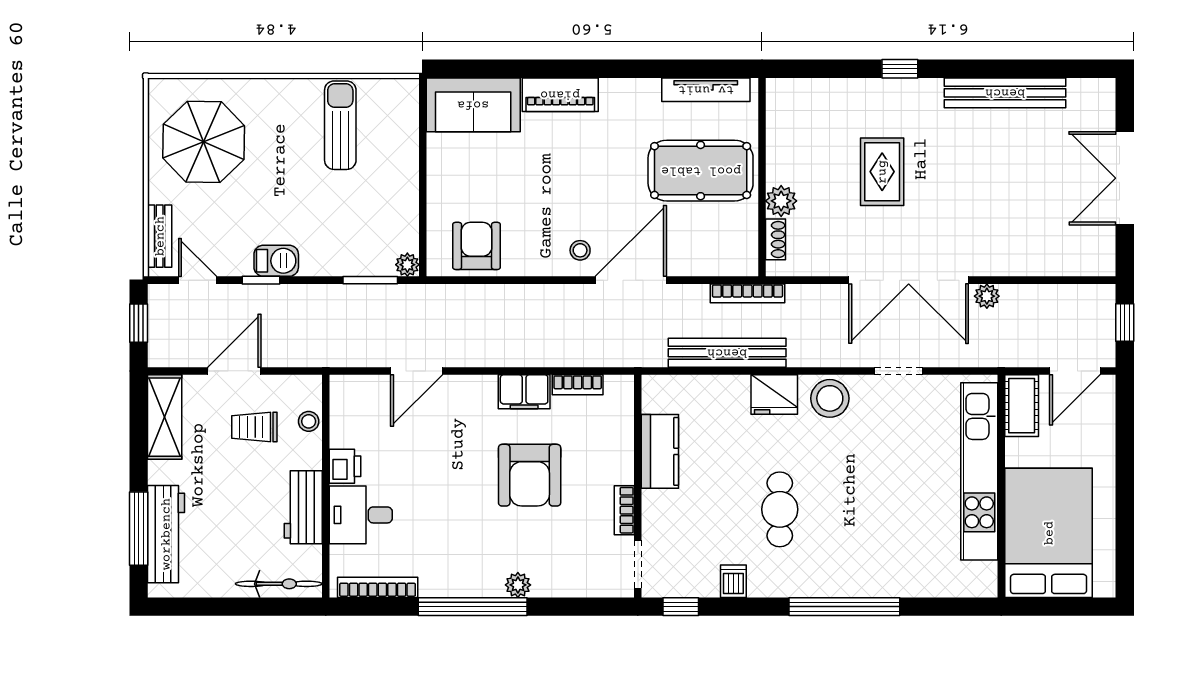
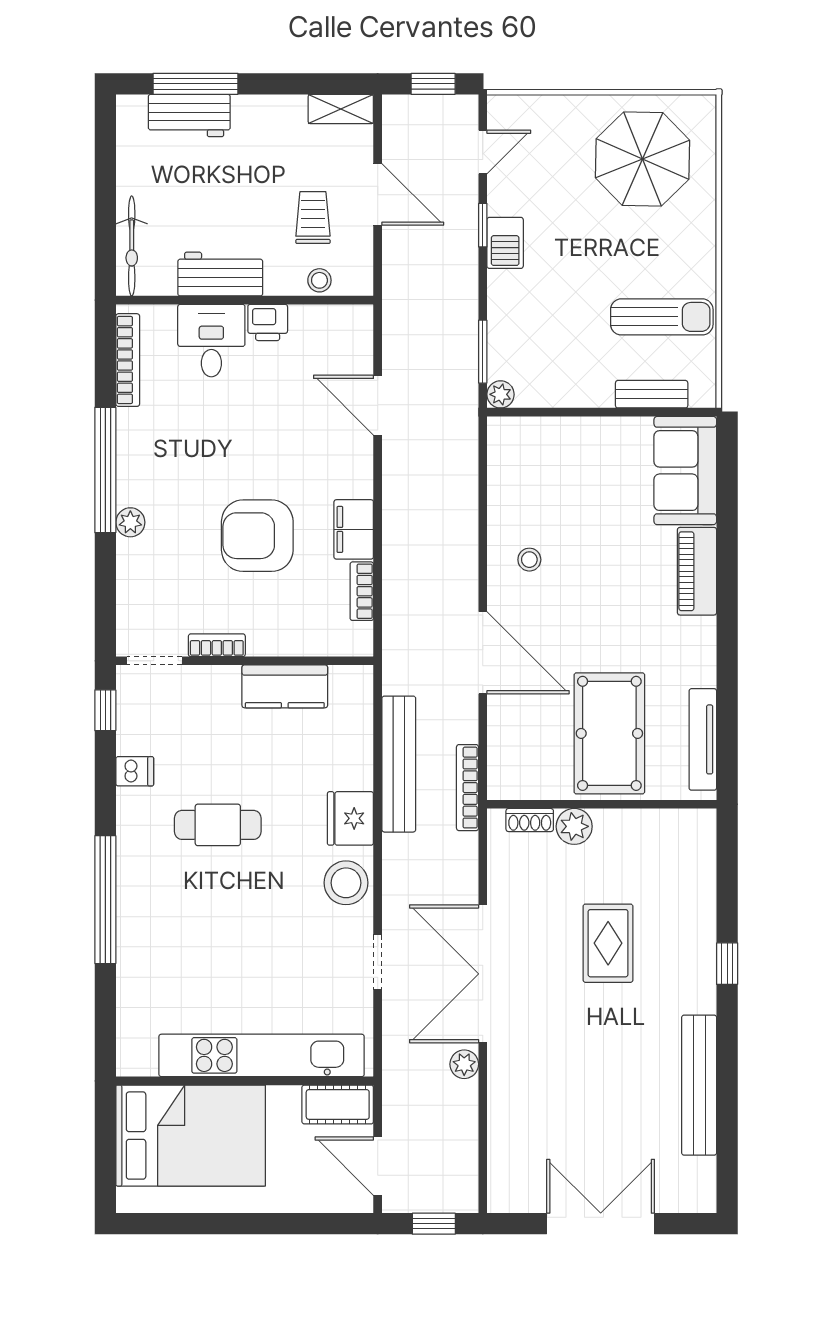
rug: (882, 172) -> (608, 943), turned 90
bench: (160, 236) -> (652, 394), moved
armchair: (477, 246) -> (522, 474), removed
stool: (580, 250) -> (529, 560), moved
shelving: (165, 417) -> (341, 109), width x0.67, depth x0.75
workbench: (166, 534) -> (189, 115), width x0.73

